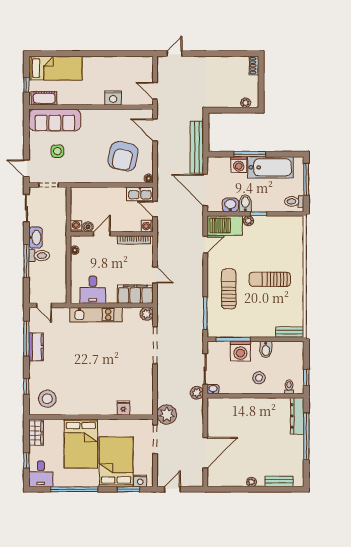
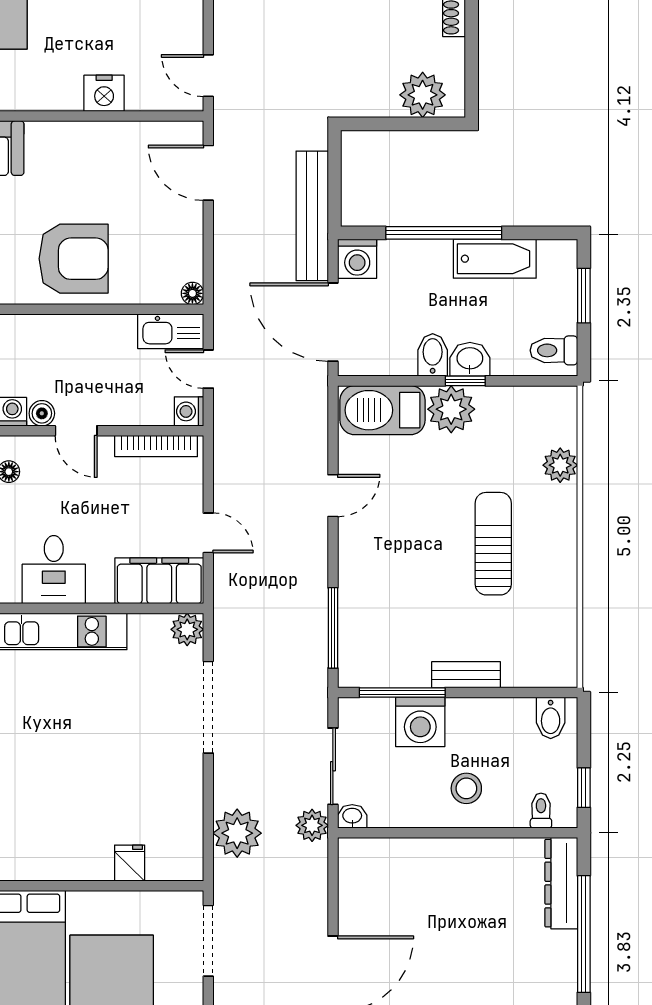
plant: (246, 103) -> (423, 95), width x1.88, depth x1.88
window: (250, 154) -> (444, 233), width x1.46
armchair: (123, 156) -> (74, 259), moved, turned -102
washing machine: (239, 165) -> (357, 259), moved
bathtub: (270, 167) -> (495, 259), width x0.73, depth x0.73
window: (306, 179) -> (584, 296), width x0.69
washbasin: (230, 205) -> (470, 359), moved
plant: (248, 221) -> (451, 409), width x1.87, depth x1.87
door: (102, 234) -> (76, 431), swing flipped
door: (205, 245) -> (333, 496), moved
plant: (297, 248) -> (560, 465), added
sun lounger: (270, 279) -> (493, 544), turned 90
sun lounger: (229, 289) -> (391, 567), removed
bench: (290, 332) -> (466, 675), moved
bidet: (266, 349) -> (551, 718), moved
plant: (167, 415) -> (237, 833), moved

